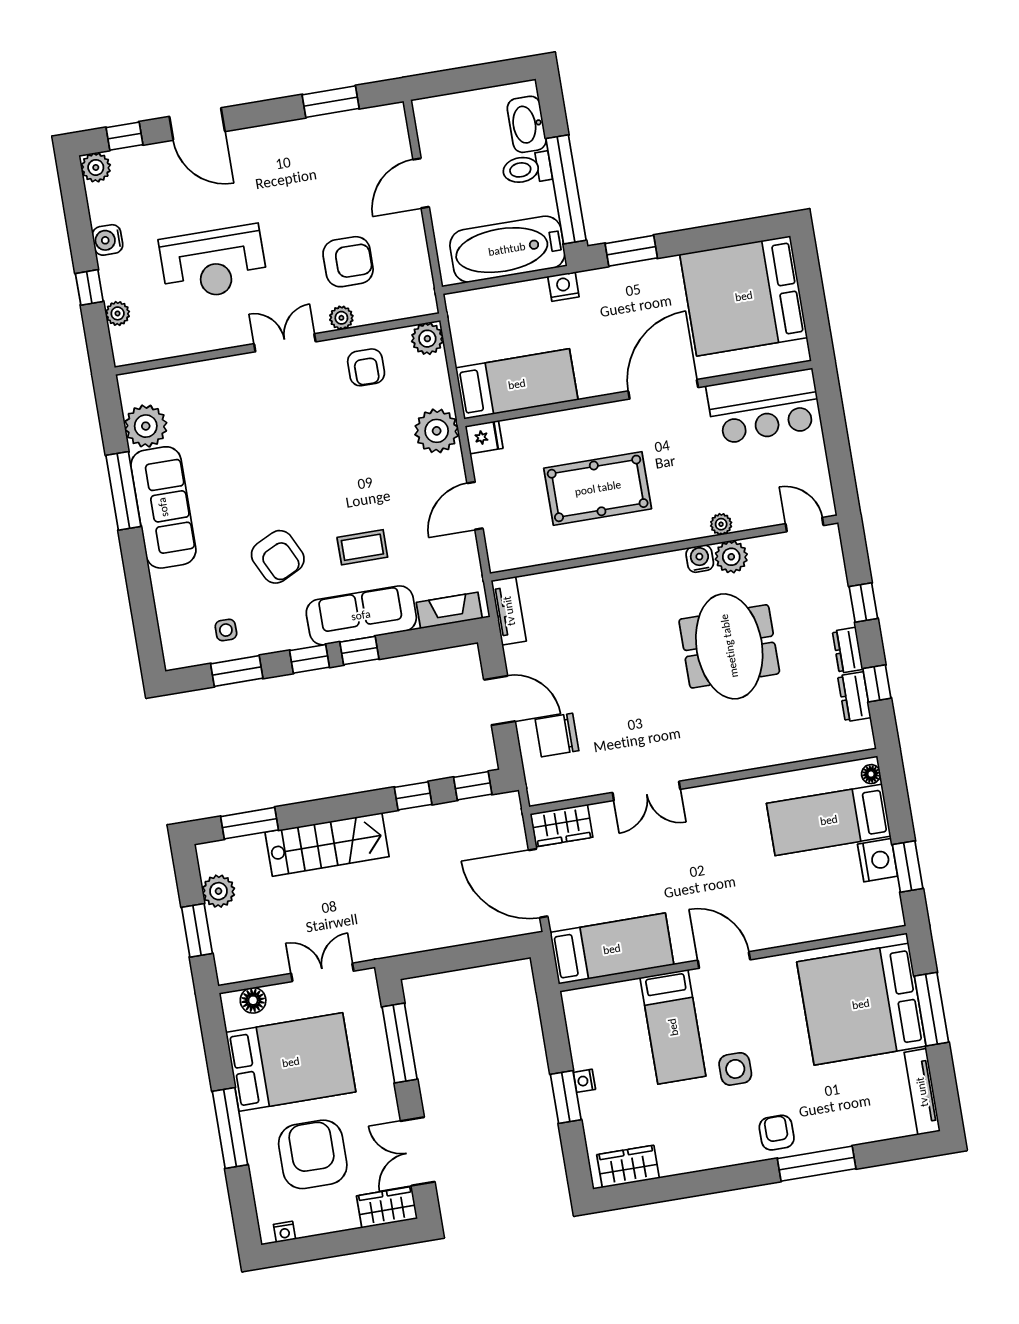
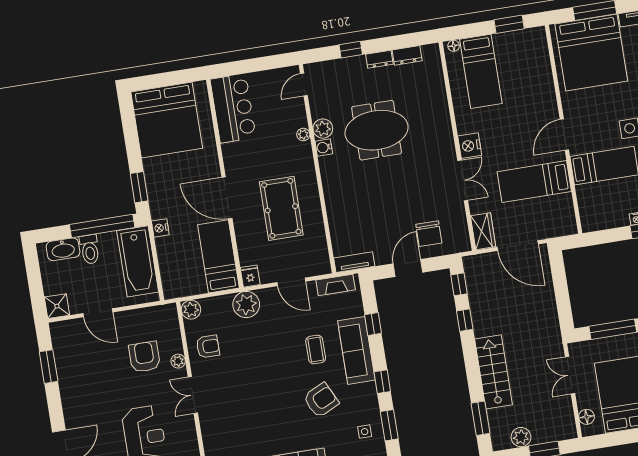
shower: (432, 115) -> (57, 306), added
door: (663, 389) -> (227, 198), moved
fireplace: (449, 610) -> (336, 285), moved, turned -90
window: (359, 651) -> (373, 324), moved
window: (877, 683) -> (399, 42), removed
nightstand: (878, 860) -> (470, 146), moved, turned -90
door: (538, 883) -> (518, 246), hinge flipped
bed: (612, 949) -> (534, 182), moved, turned -90

